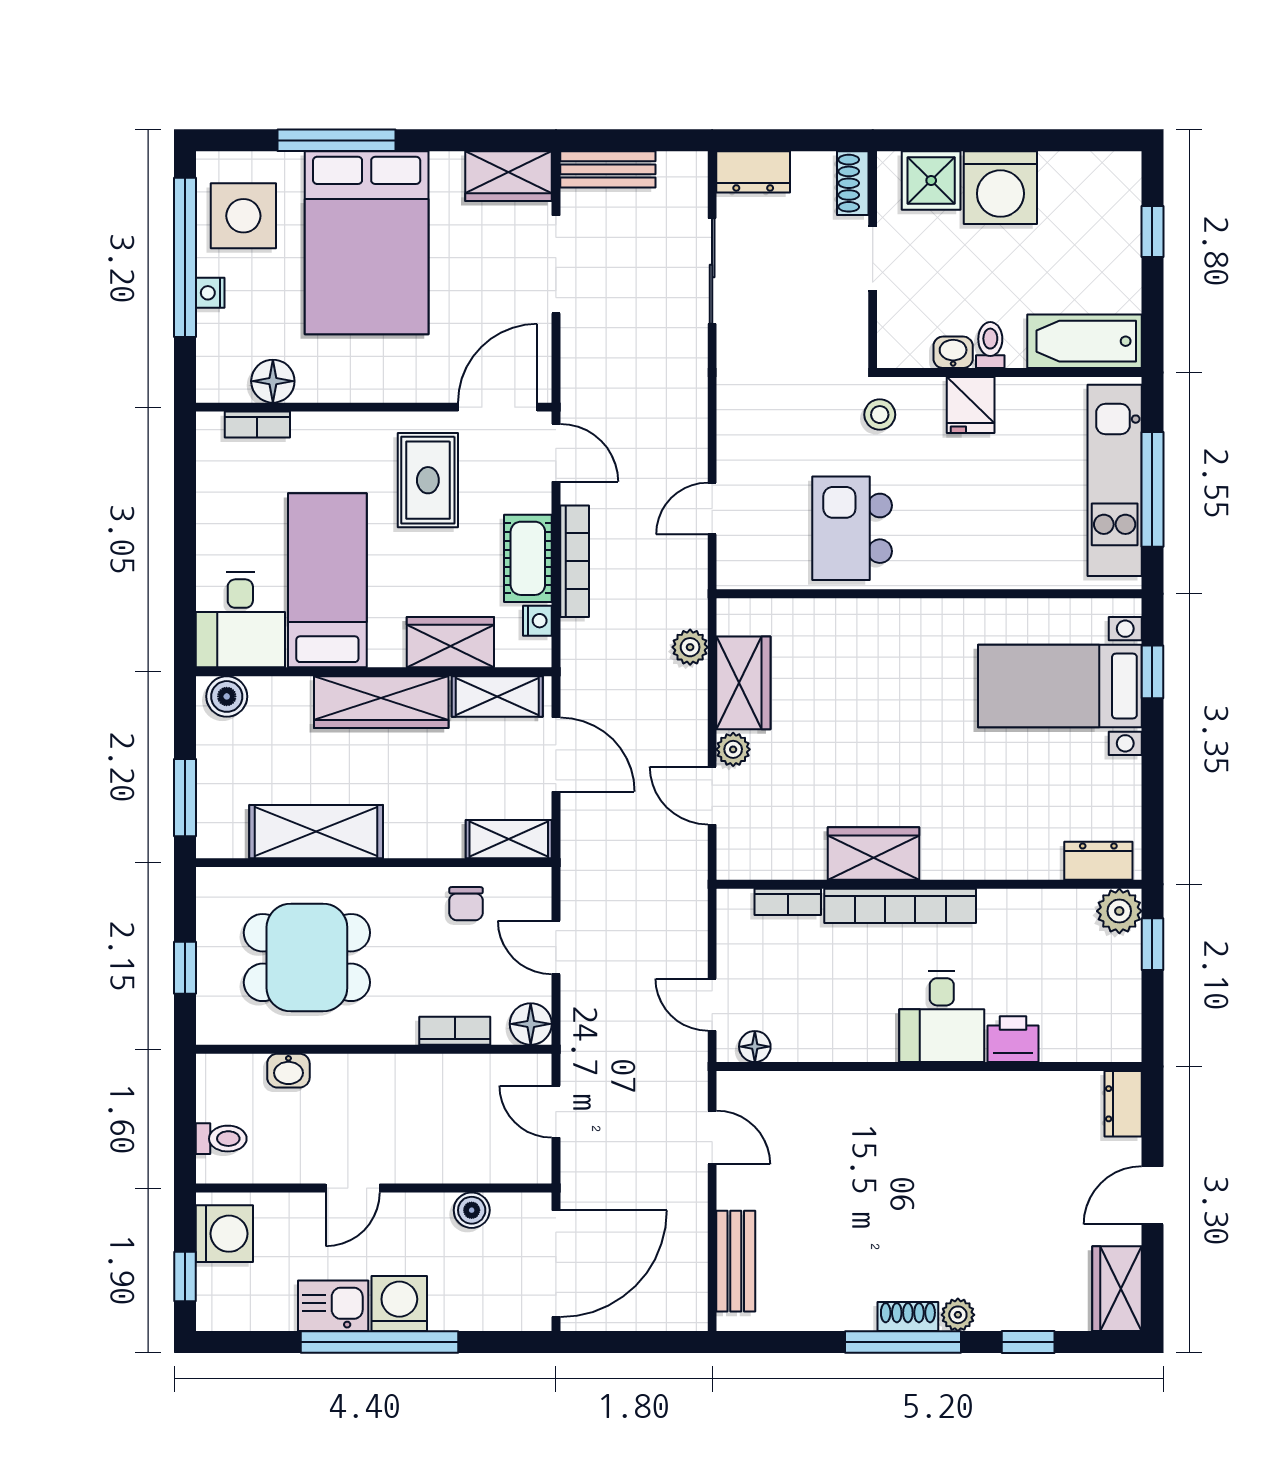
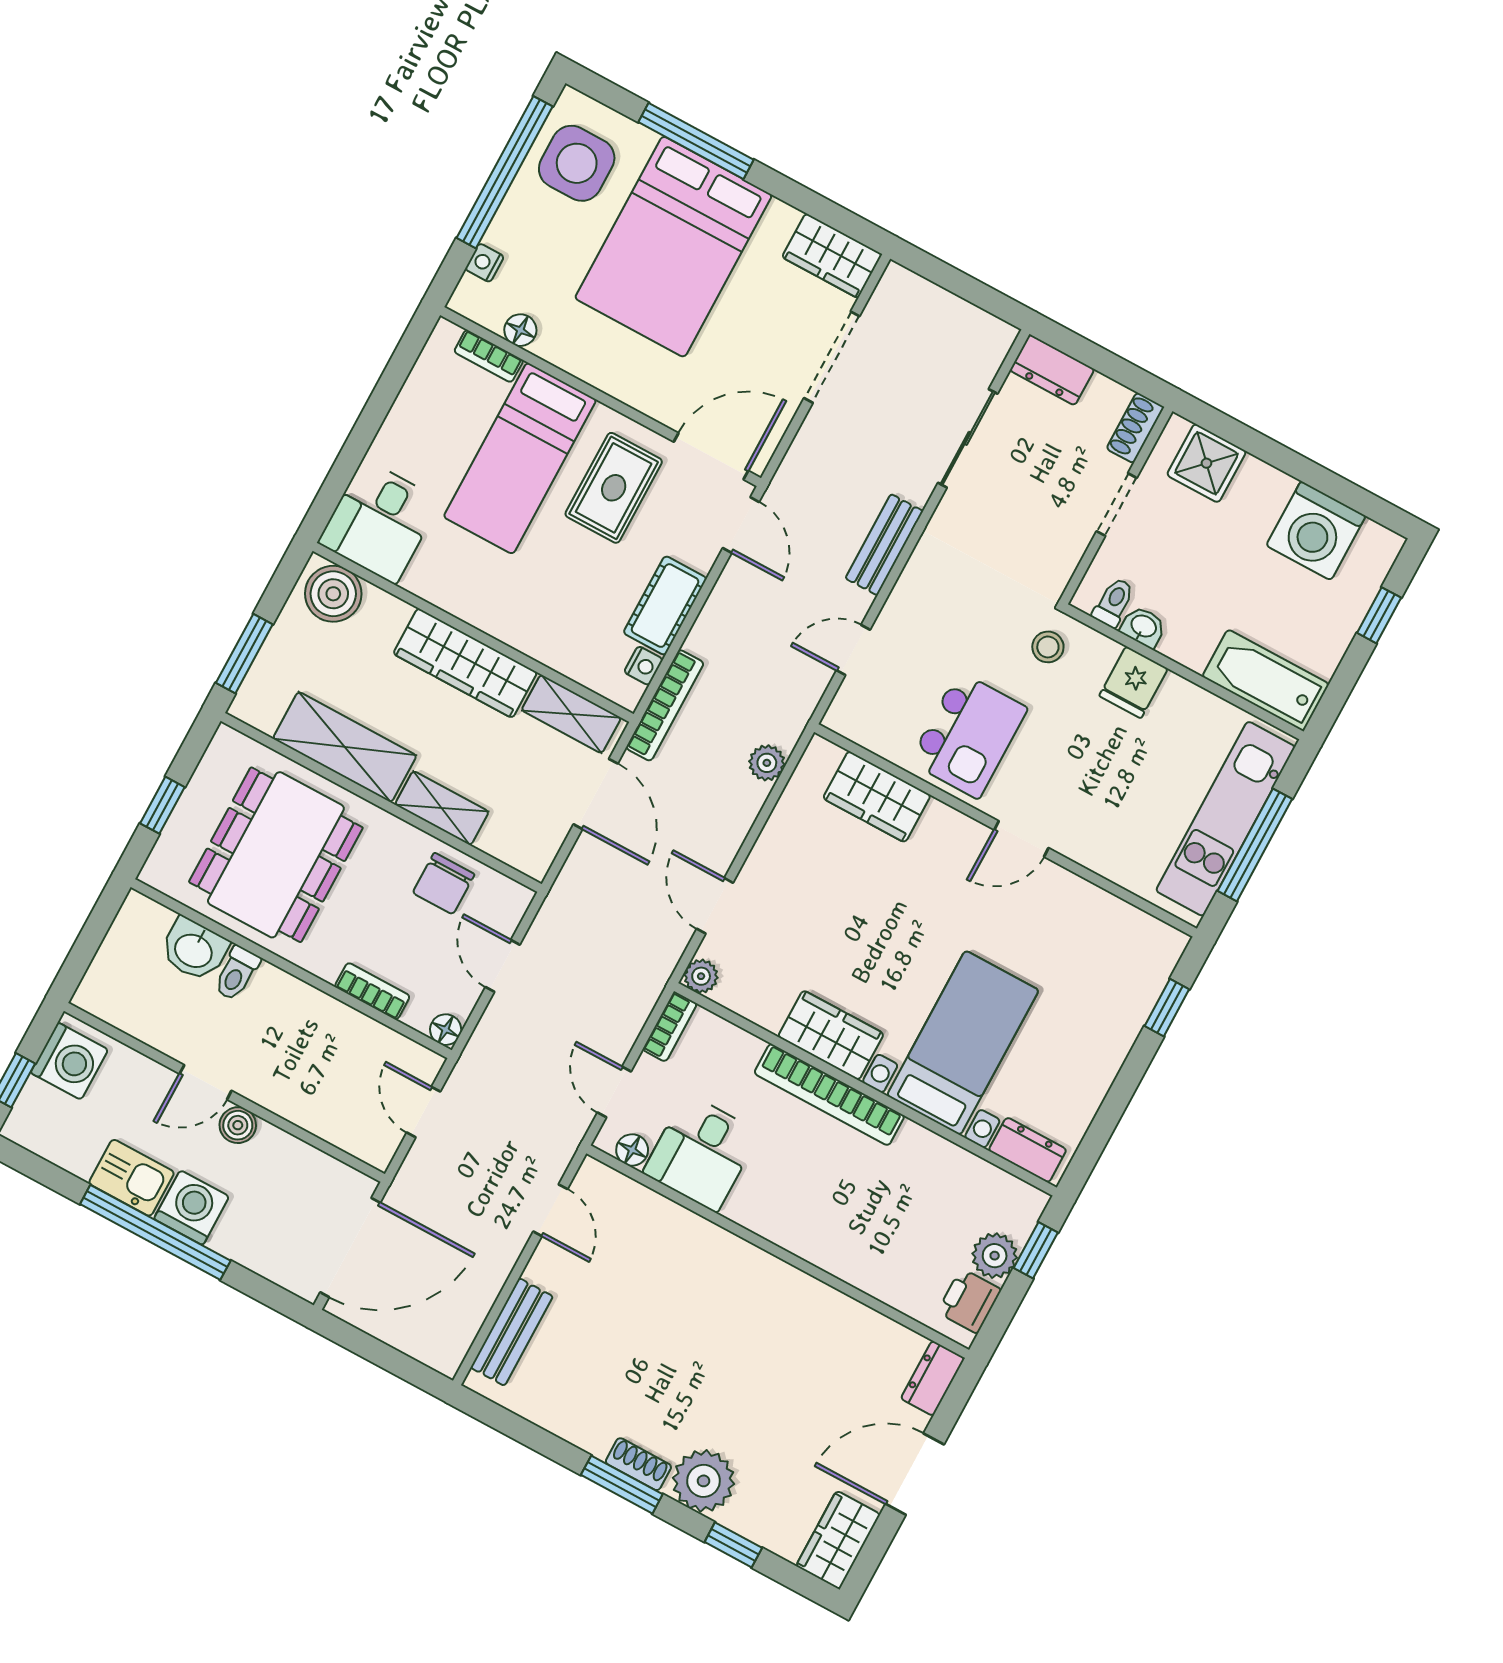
bench: (608, 169) -> (884, 545), moved, turned 90
washing machine: (1000, 188) -> (1316, 531), moved
nightstand: (210, 293) -> (485, 263), moved
toilet: (990, 345) -> (1114, 602), moved
floor lamp: (273, 381) -> (520, 330), width x0.73, depth x0.73
kitchen island: (852, 528) -> (968, 735), turned 180
bookcase: (575, 561) -> (665, 705), moved
bed: (327, 580) -> (520, 458), moved, turned 180
door: (947, 594) -> (1021, 839), added
wardrobe: (450, 642) -> (556, 643), removed
wardrobe: (743, 683) -> (877, 797), moved, turned 90
bed with nightstands: (1060, 686) -> (963, 1043), moved, turned 90
boiler: (227, 696) -> (333, 594), width x1.36, depth x1.36
plant: (733, 749) -> (701, 976), moved
shelving: (509, 839) -> (442, 808), moved
bookcase: (788, 902) -> (670, 1027), moved, turned -90
chair: (466, 904) -> (444, 884), width x1.37, depth x1.37
plant: (1119, 911) -> (995, 1256), moved
dining table: (307, 958) -> (276, 855), width x1.38
desk: (942, 1016) -> (701, 1153), moved
floor lamp: (531, 1024) -> (446, 1030), width x0.73, depth x0.73
printer: (1013, 1039) -> (969, 1301), moved, turned -90
washbasin: (288, 1071) -> (194, 950), width x1.38, depth x1.45
toilet: (221, 1139) -> (237, 973), moved, turned 90
door: (1152, 1195) -> (915, 1474), width x1.38
boiler: (472, 1210) -> (238, 1125), moved
plant: (958, 1315) -> (703, 1481), width x1.88, depth x1.88
window: (903, 1342) -> (622, 1485), width x0.69

